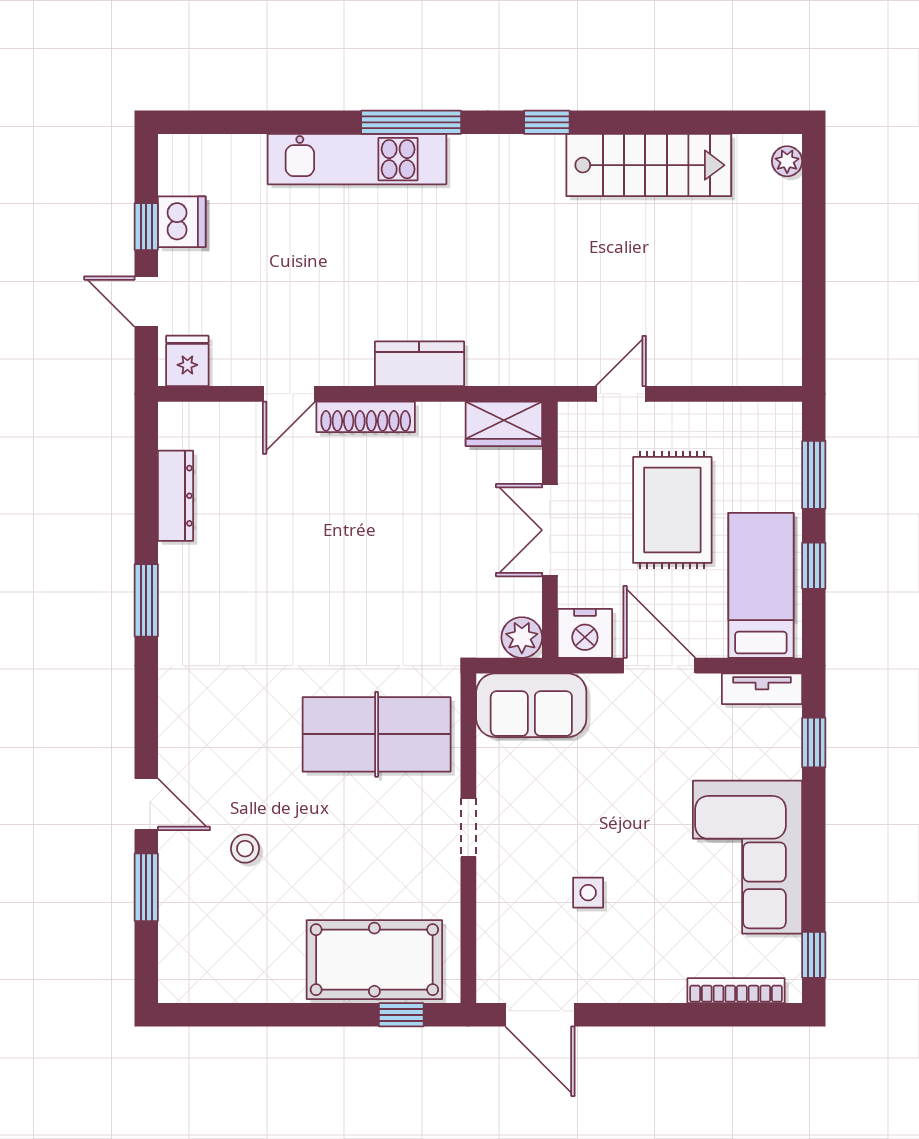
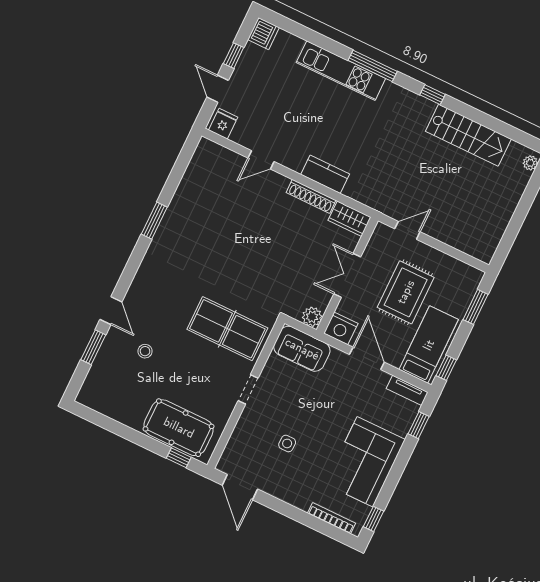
dishwasher: (182, 222) -> (264, 33), moved
shoe rack: (366, 417) -> (311, 196), moved
dresser: (176, 496) -> (189, 181), removed
window: (814, 566) -> (446, 368), moved

